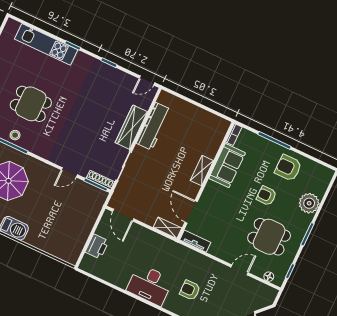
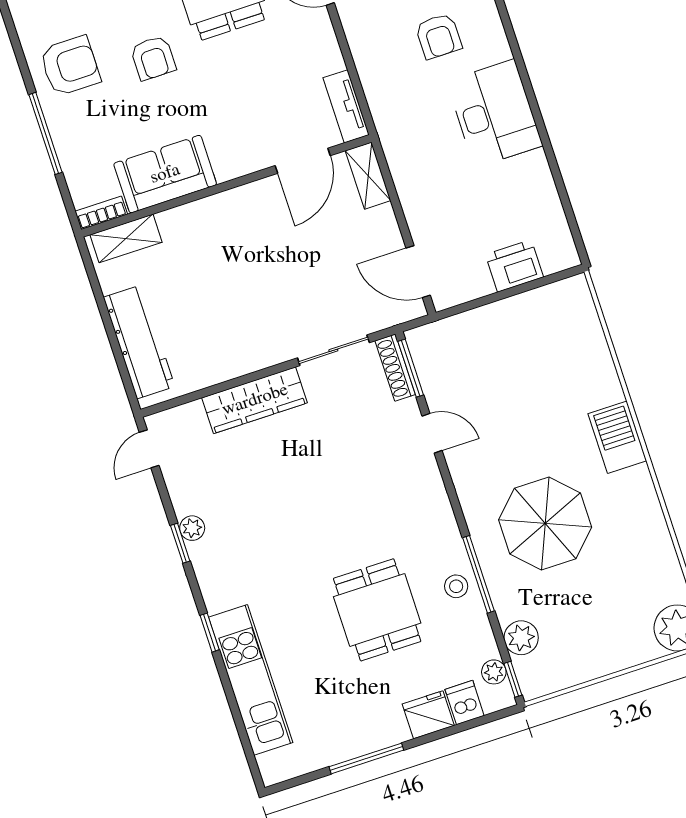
plant: (110, 71) -> (192, 528), added
door: (147, 80) -> (149, 449), swing flipped
workbench: (154, 126) -> (139, 342), moved, turned 90
armchair: (288, 168) -> (70, 66), turned -90
shelving: (202, 171) -> (126, 238), moved
door: (123, 215) -> (418, 272), swing flipped

